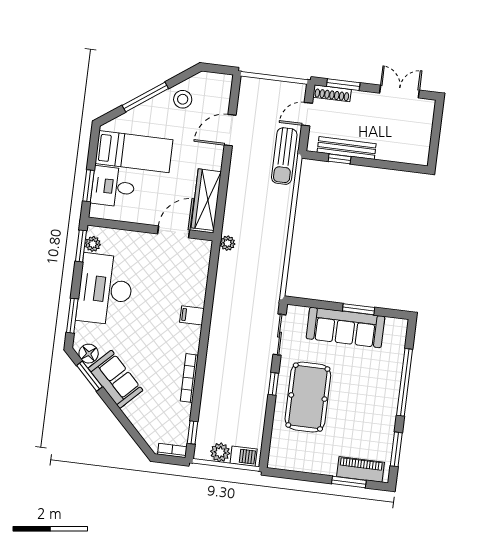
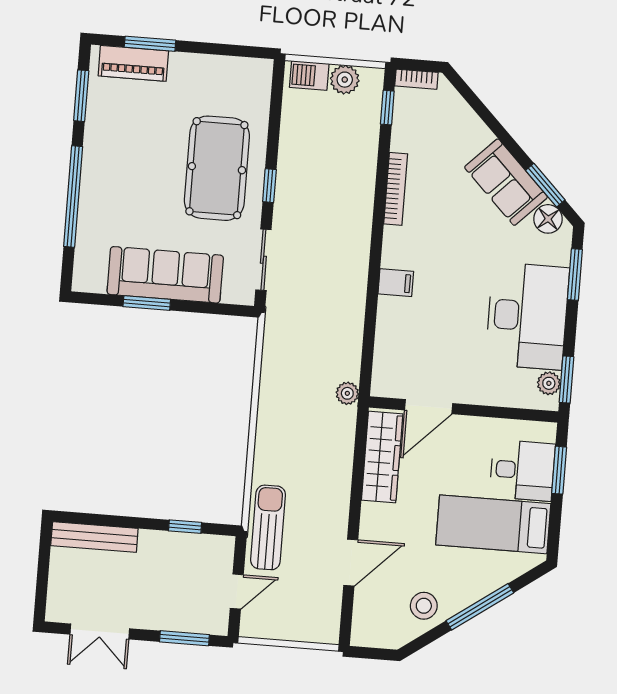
shoe rack: (332, 93) -> (201, 624), removed
bench: (347, 148) -> (94, 537), moved

